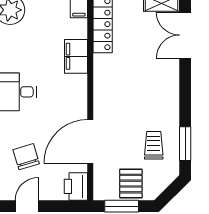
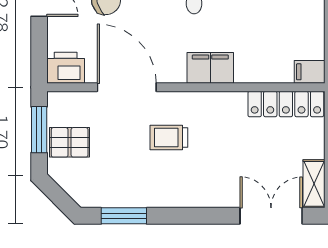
filing cabinet: (76, 56) -> (210, 68), moved
trolley: (154, 145) -> (169, 137), moved, turned 180

